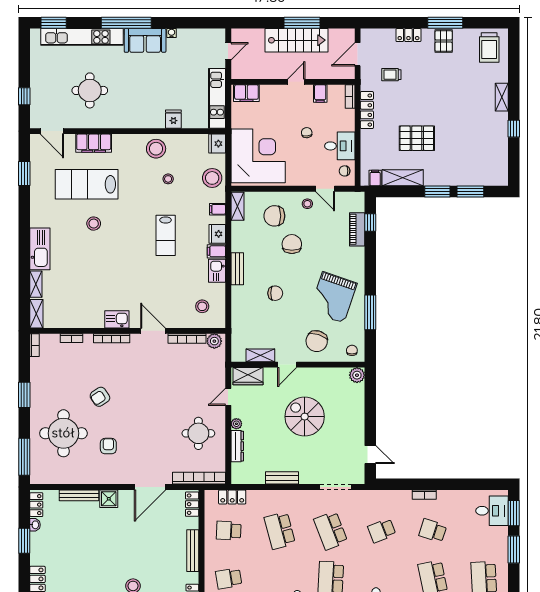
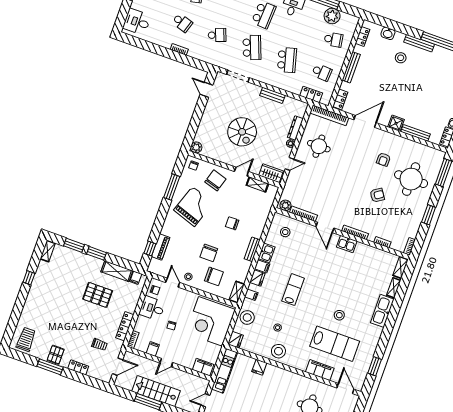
shelving: (502, 97) -> (48, 251), moved
window: (514, 513) -> (123, 15), removed

